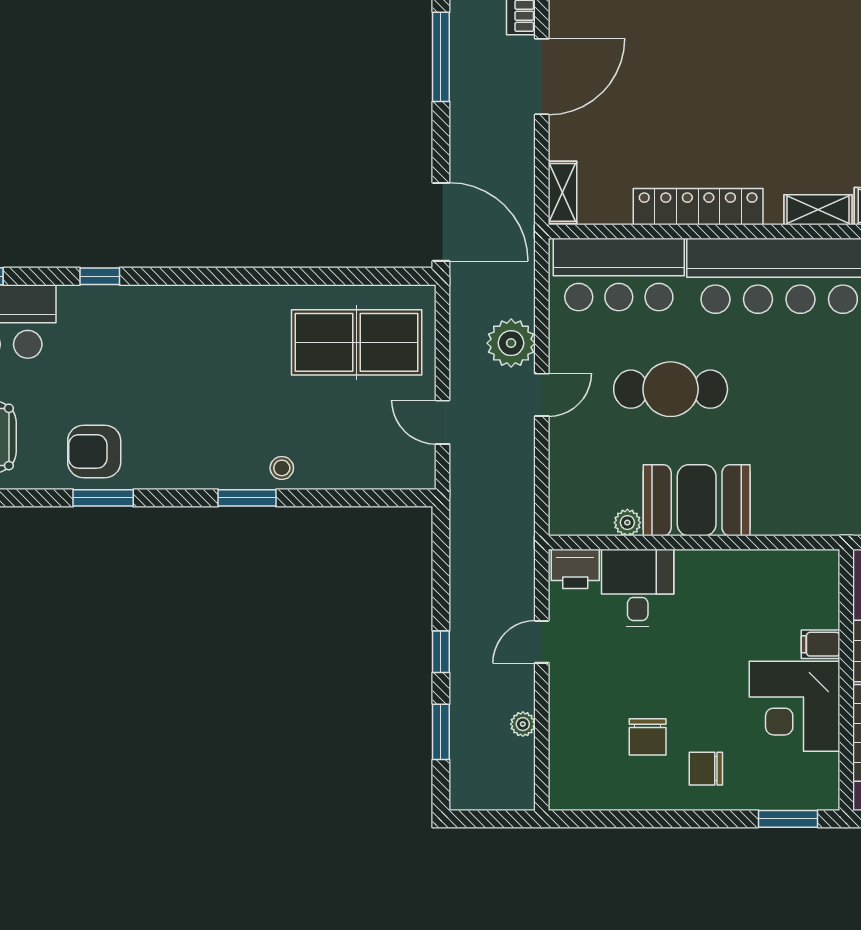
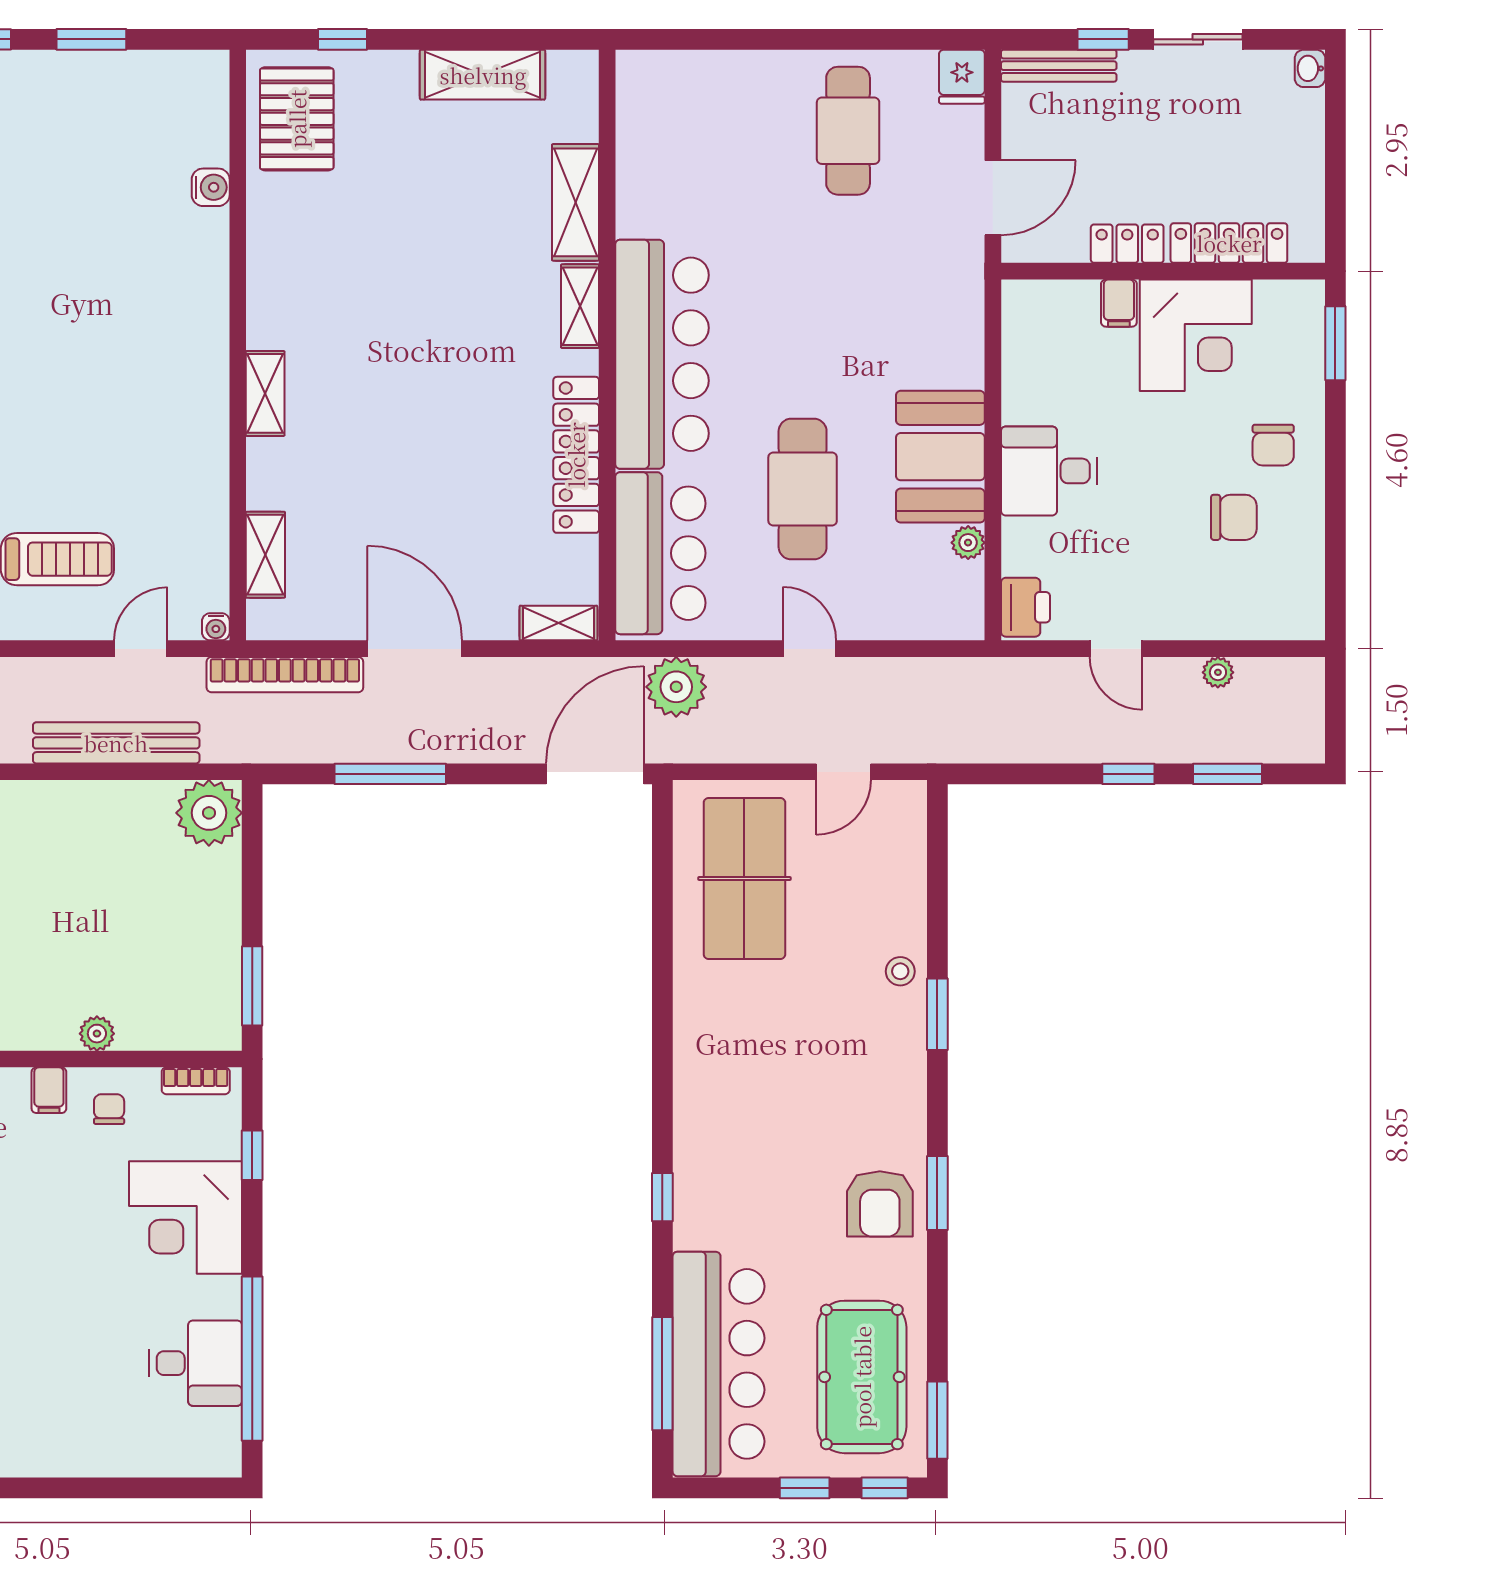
plant: (511, 343) -> (676, 687), moved
desk: (638, 588) -> (1049, 471), moved

